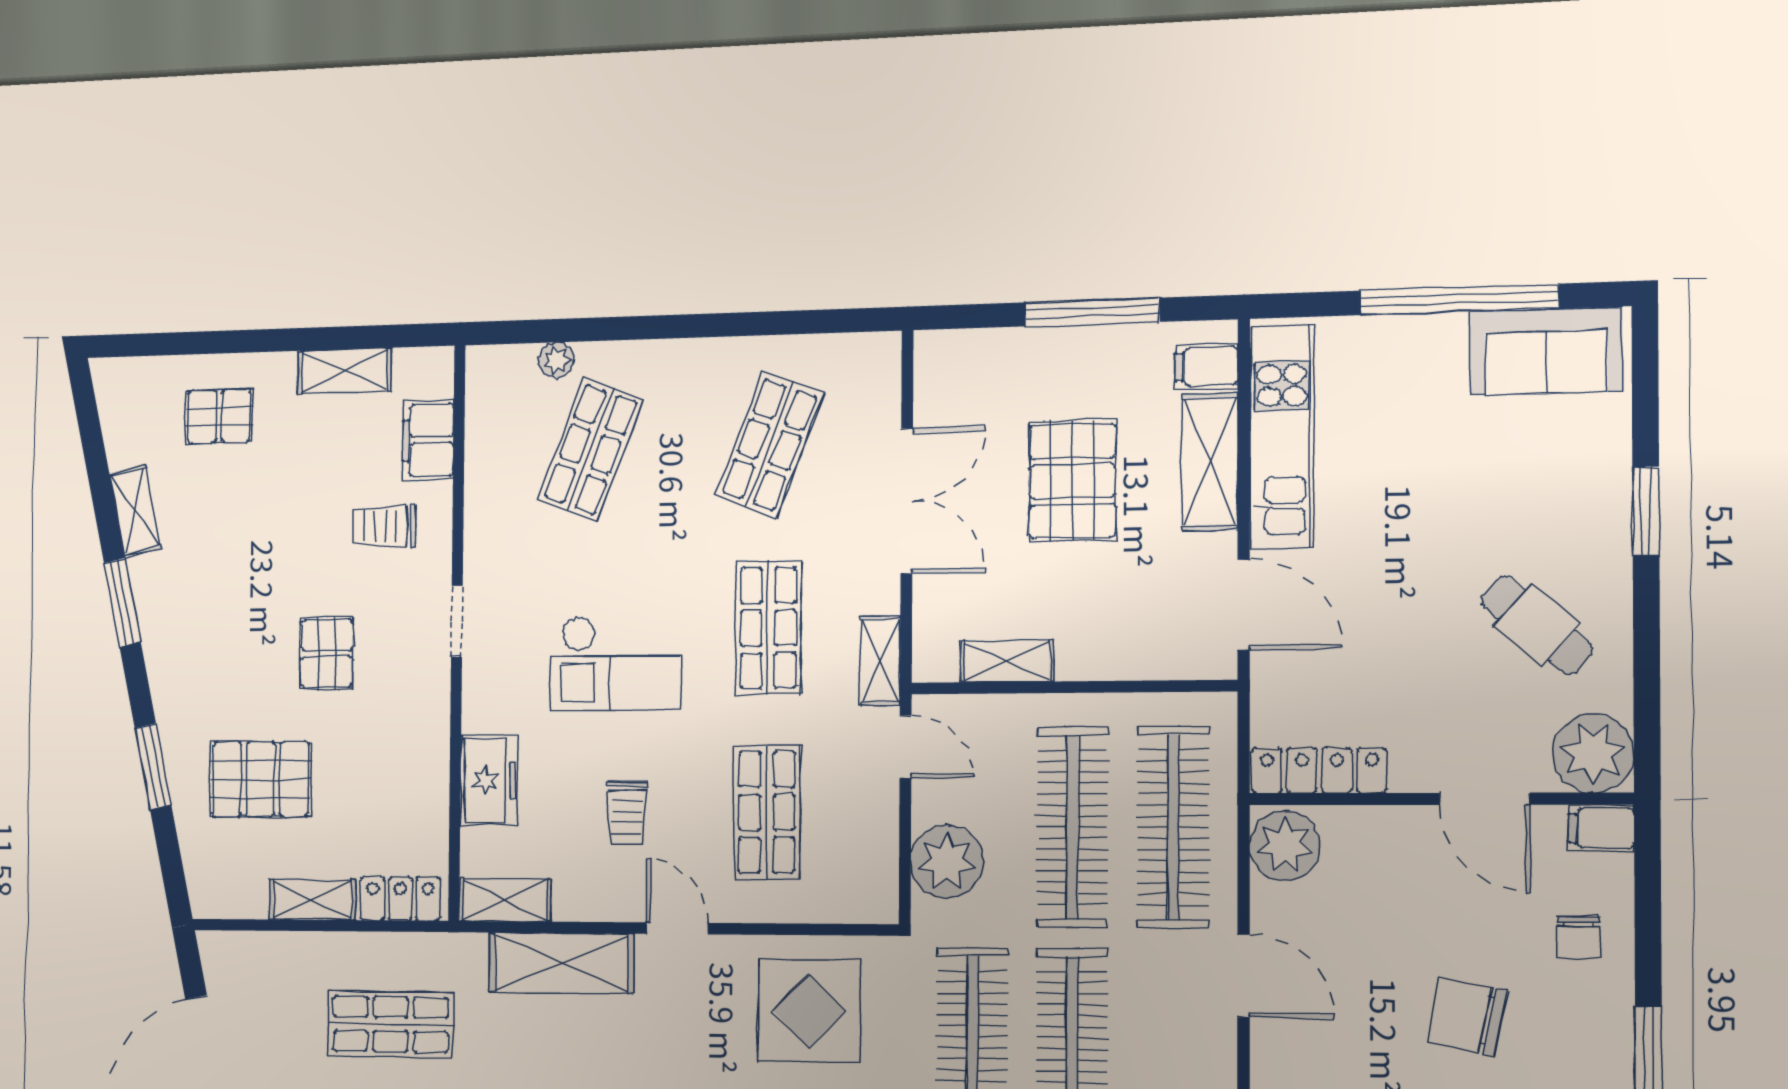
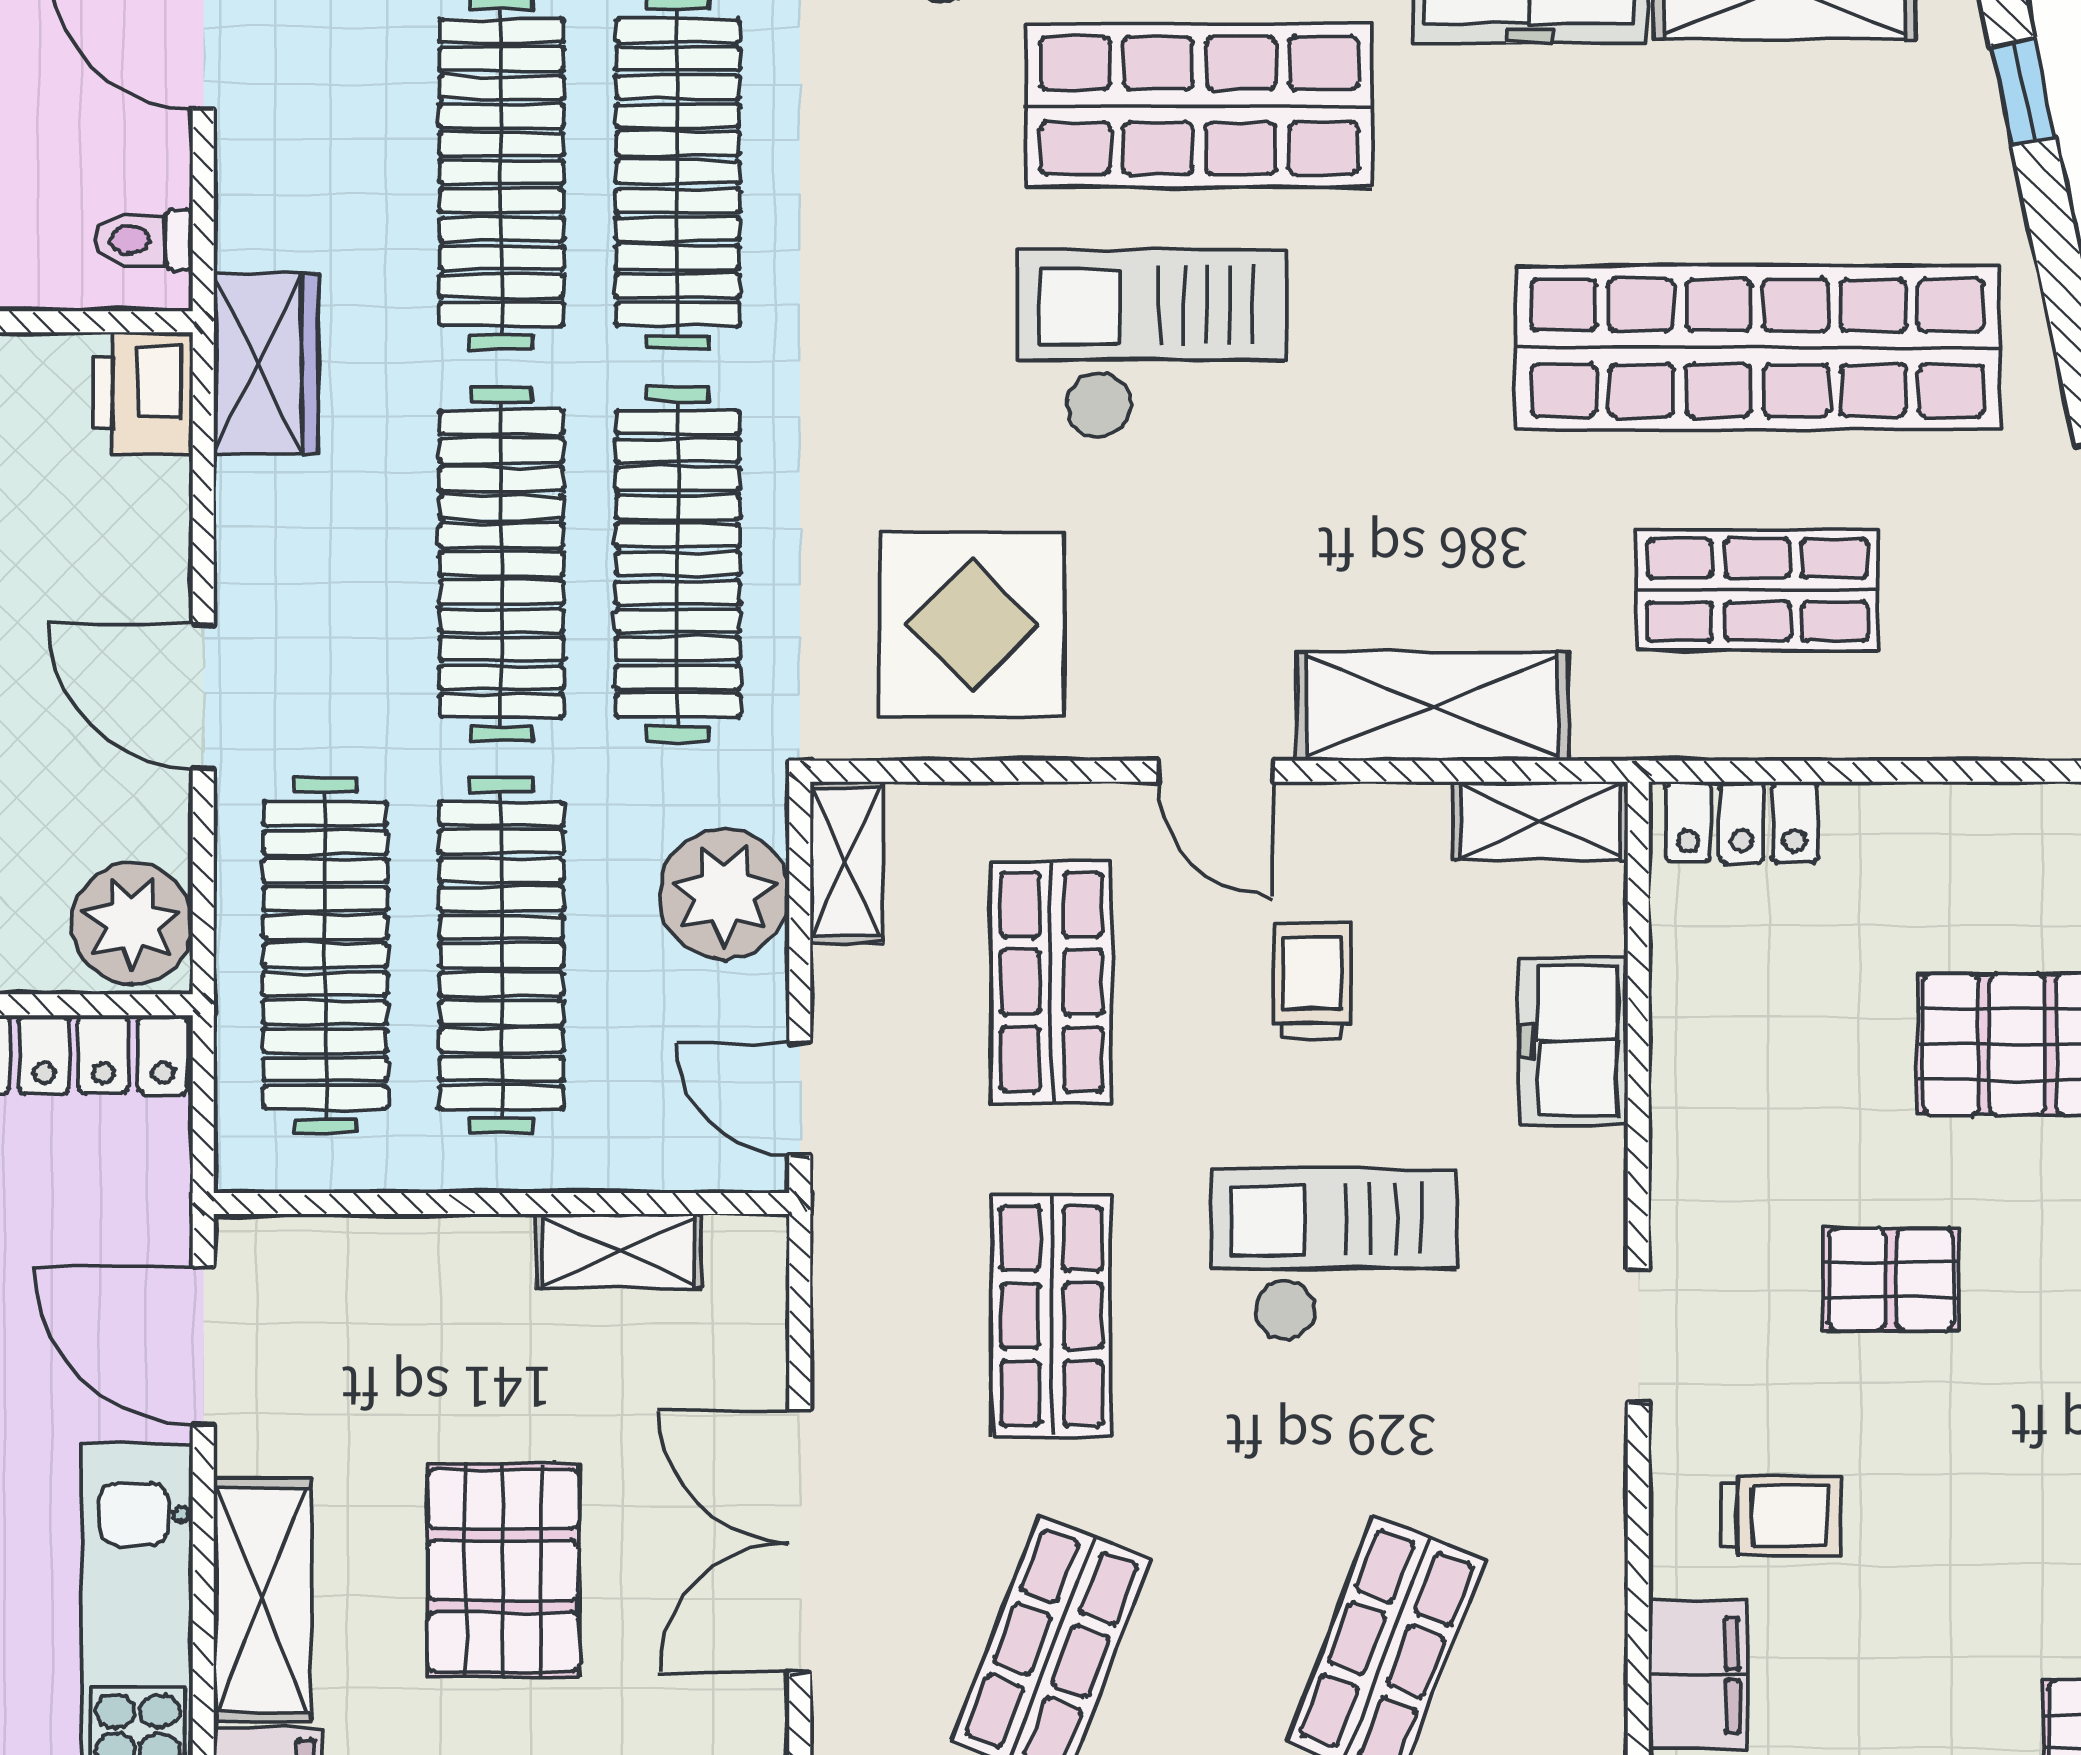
pallet: (326, 653) -> (1891, 1279), turned 90
shelving: (880, 660) -> (846, 862), moved
shelving: (312, 900) -> (1912, 820), removed

